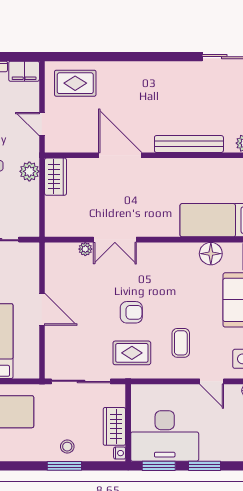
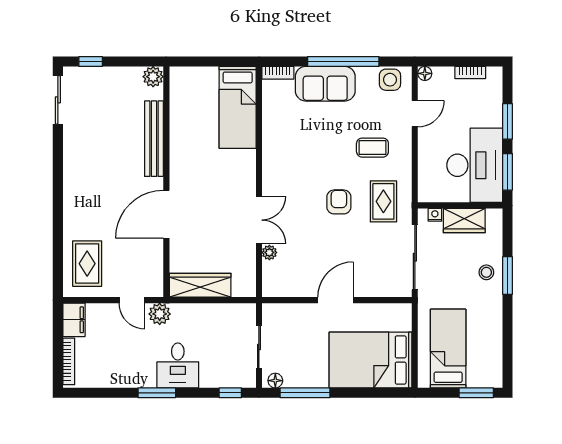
door: (42, 124) -> (132, 300), hinge flipped
plant: (29, 171) -> (160, 314), moved
wardrobe: (55, 177) -> (200, 285), width x1.50
floor lamp: (211, 254) -> (274, 115), removed
nightstand: (120, 453) -> (435, 215), moved

